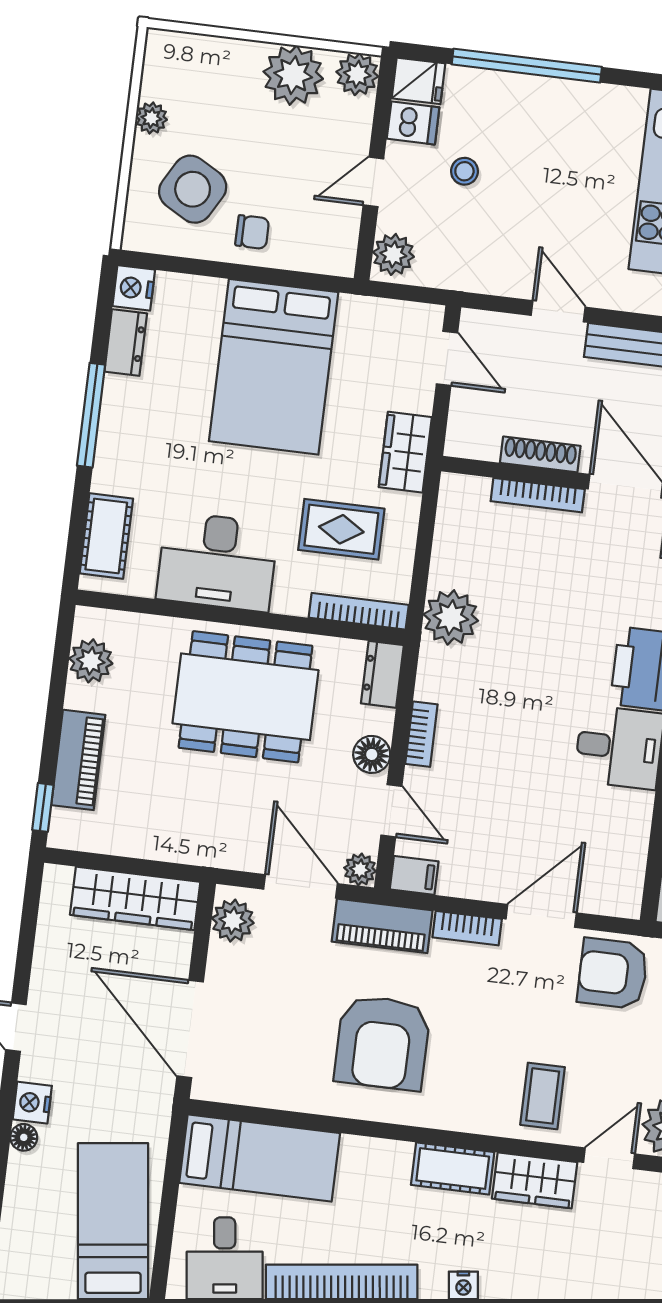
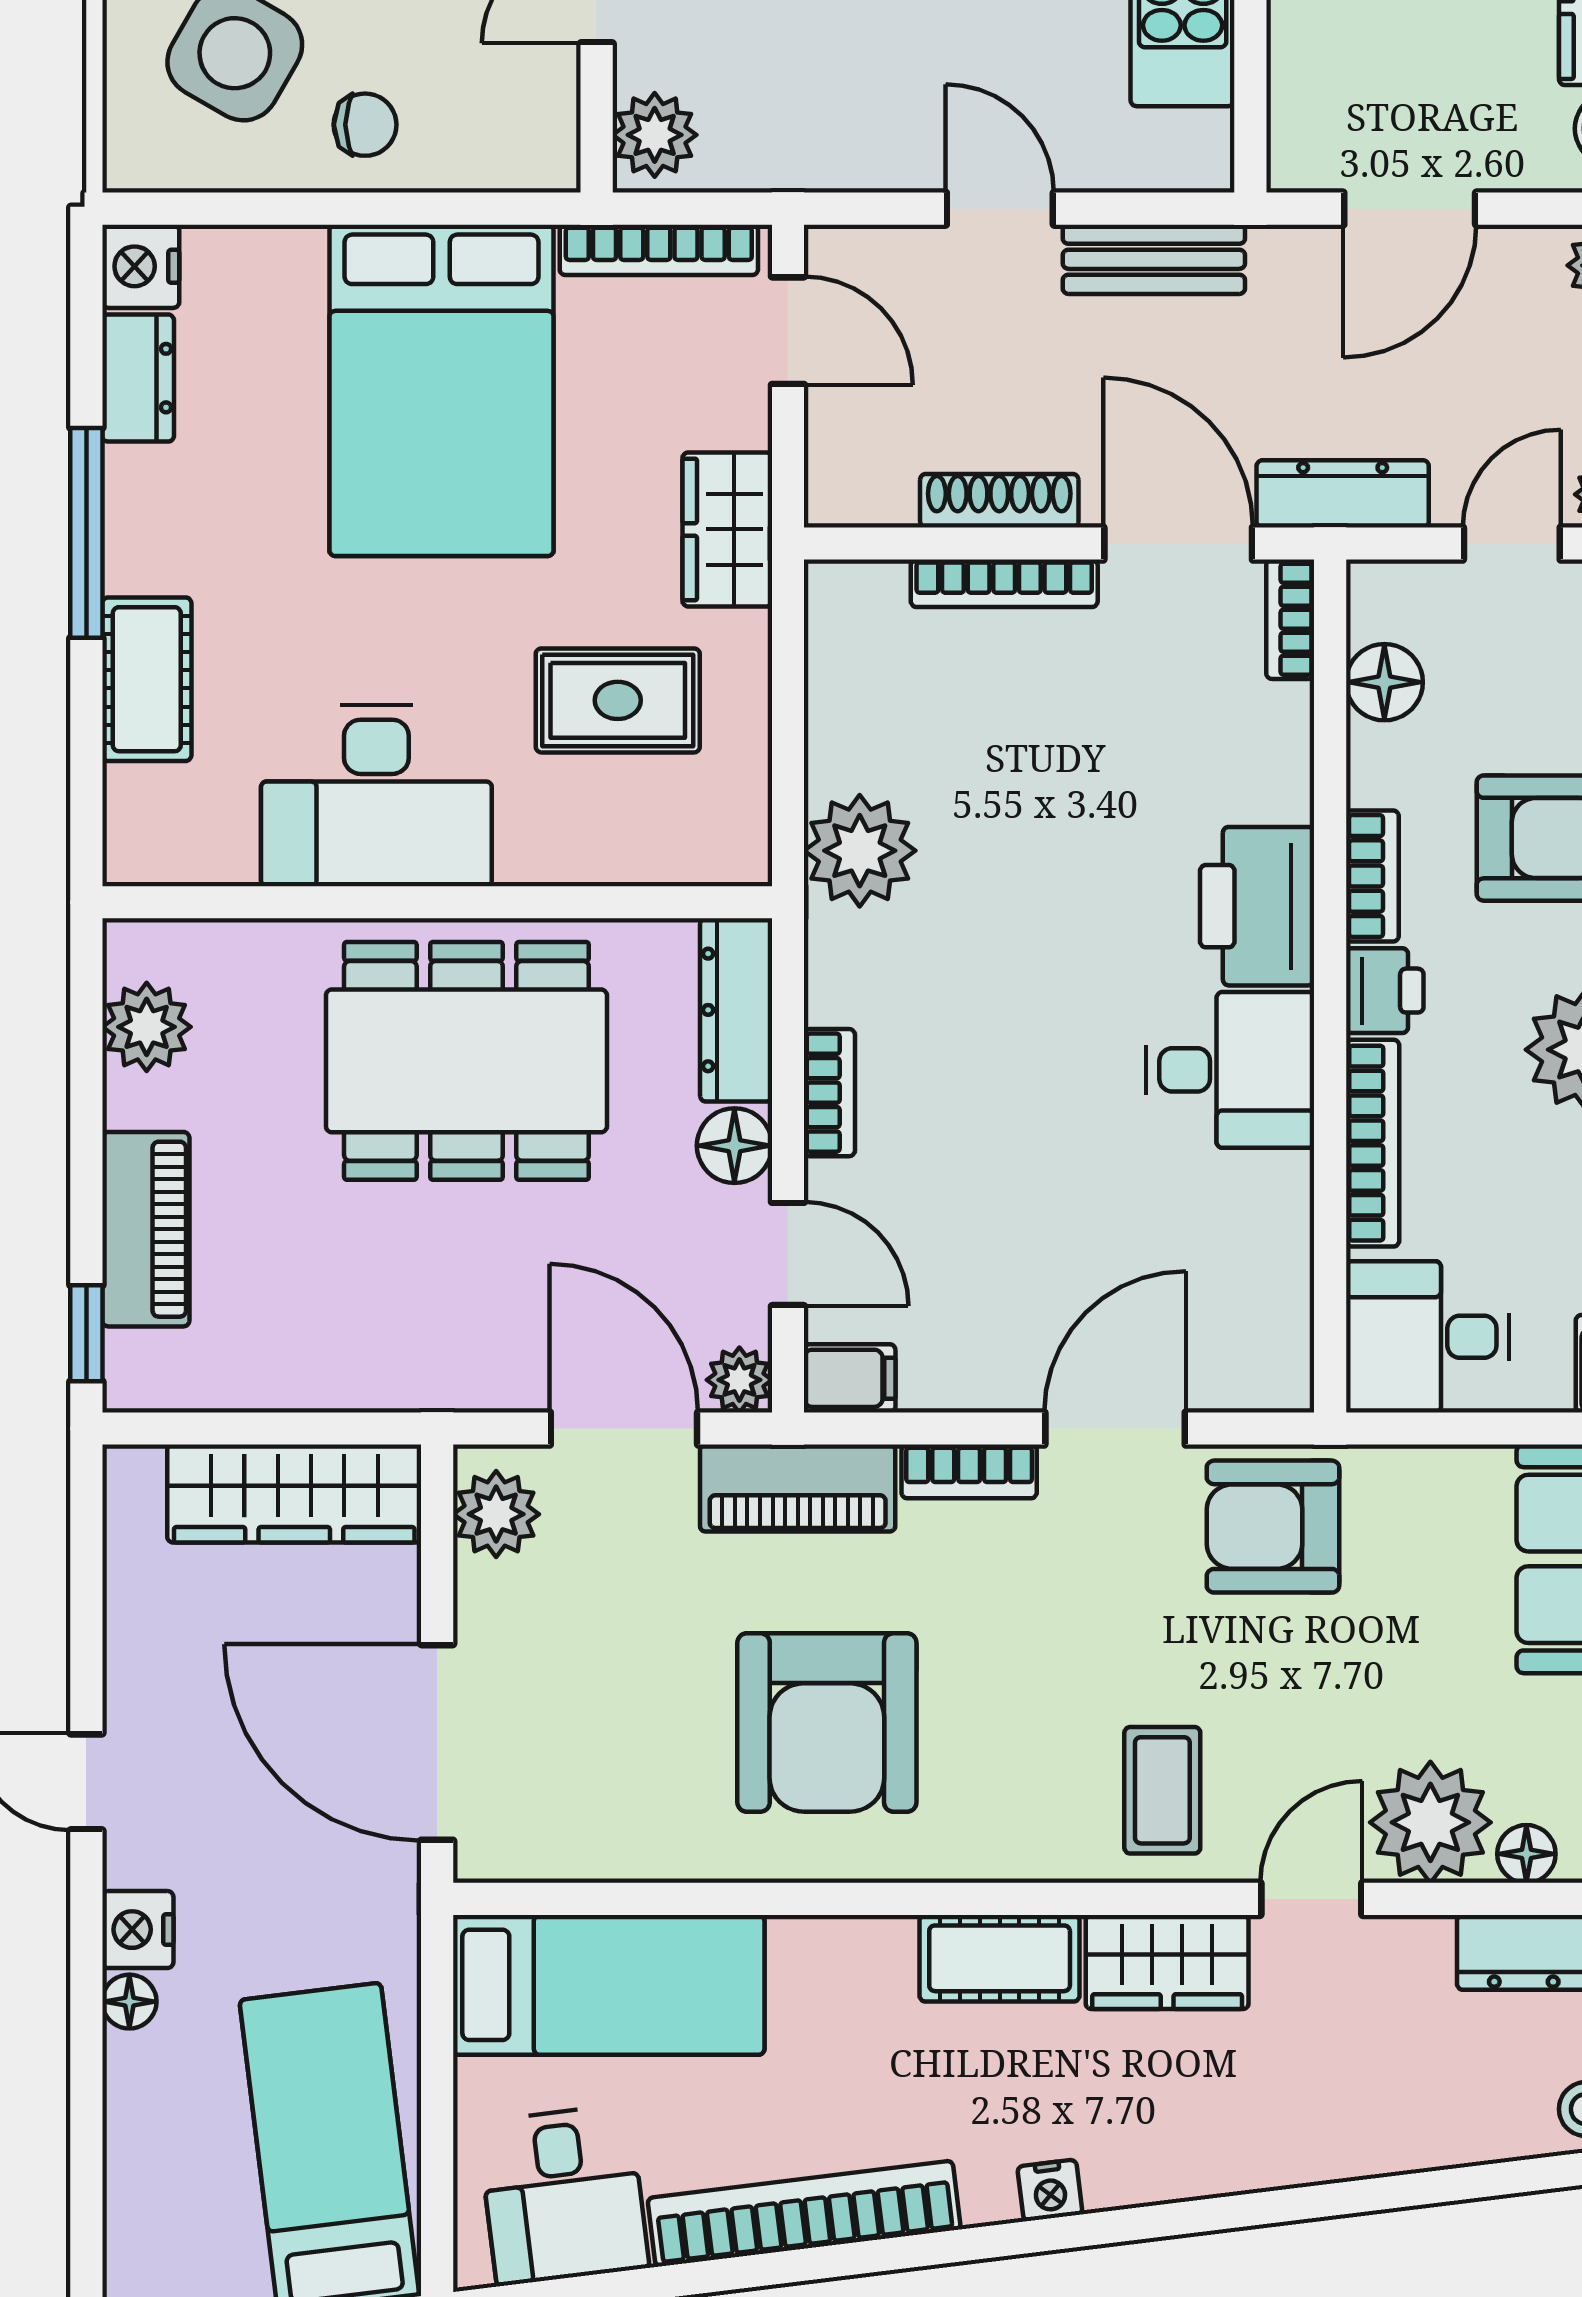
cot: (106, 536) -> (147, 679), moved
bookcase: (359, 611) -> (659, 250), moved, turned 180
dresser: (382, 674) -> (736, 1010), width x1.44

